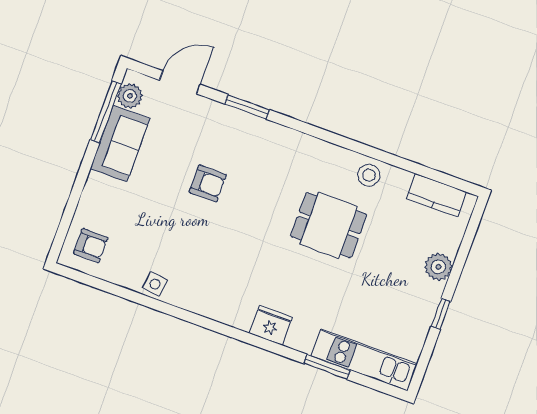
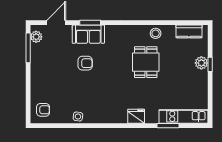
sofa: (120, 144) -> (88, 34), moved, turned 90
dining table: (329, 225) -> (146, 62), turned 90
window: (441, 314) -> (210, 64), moved

